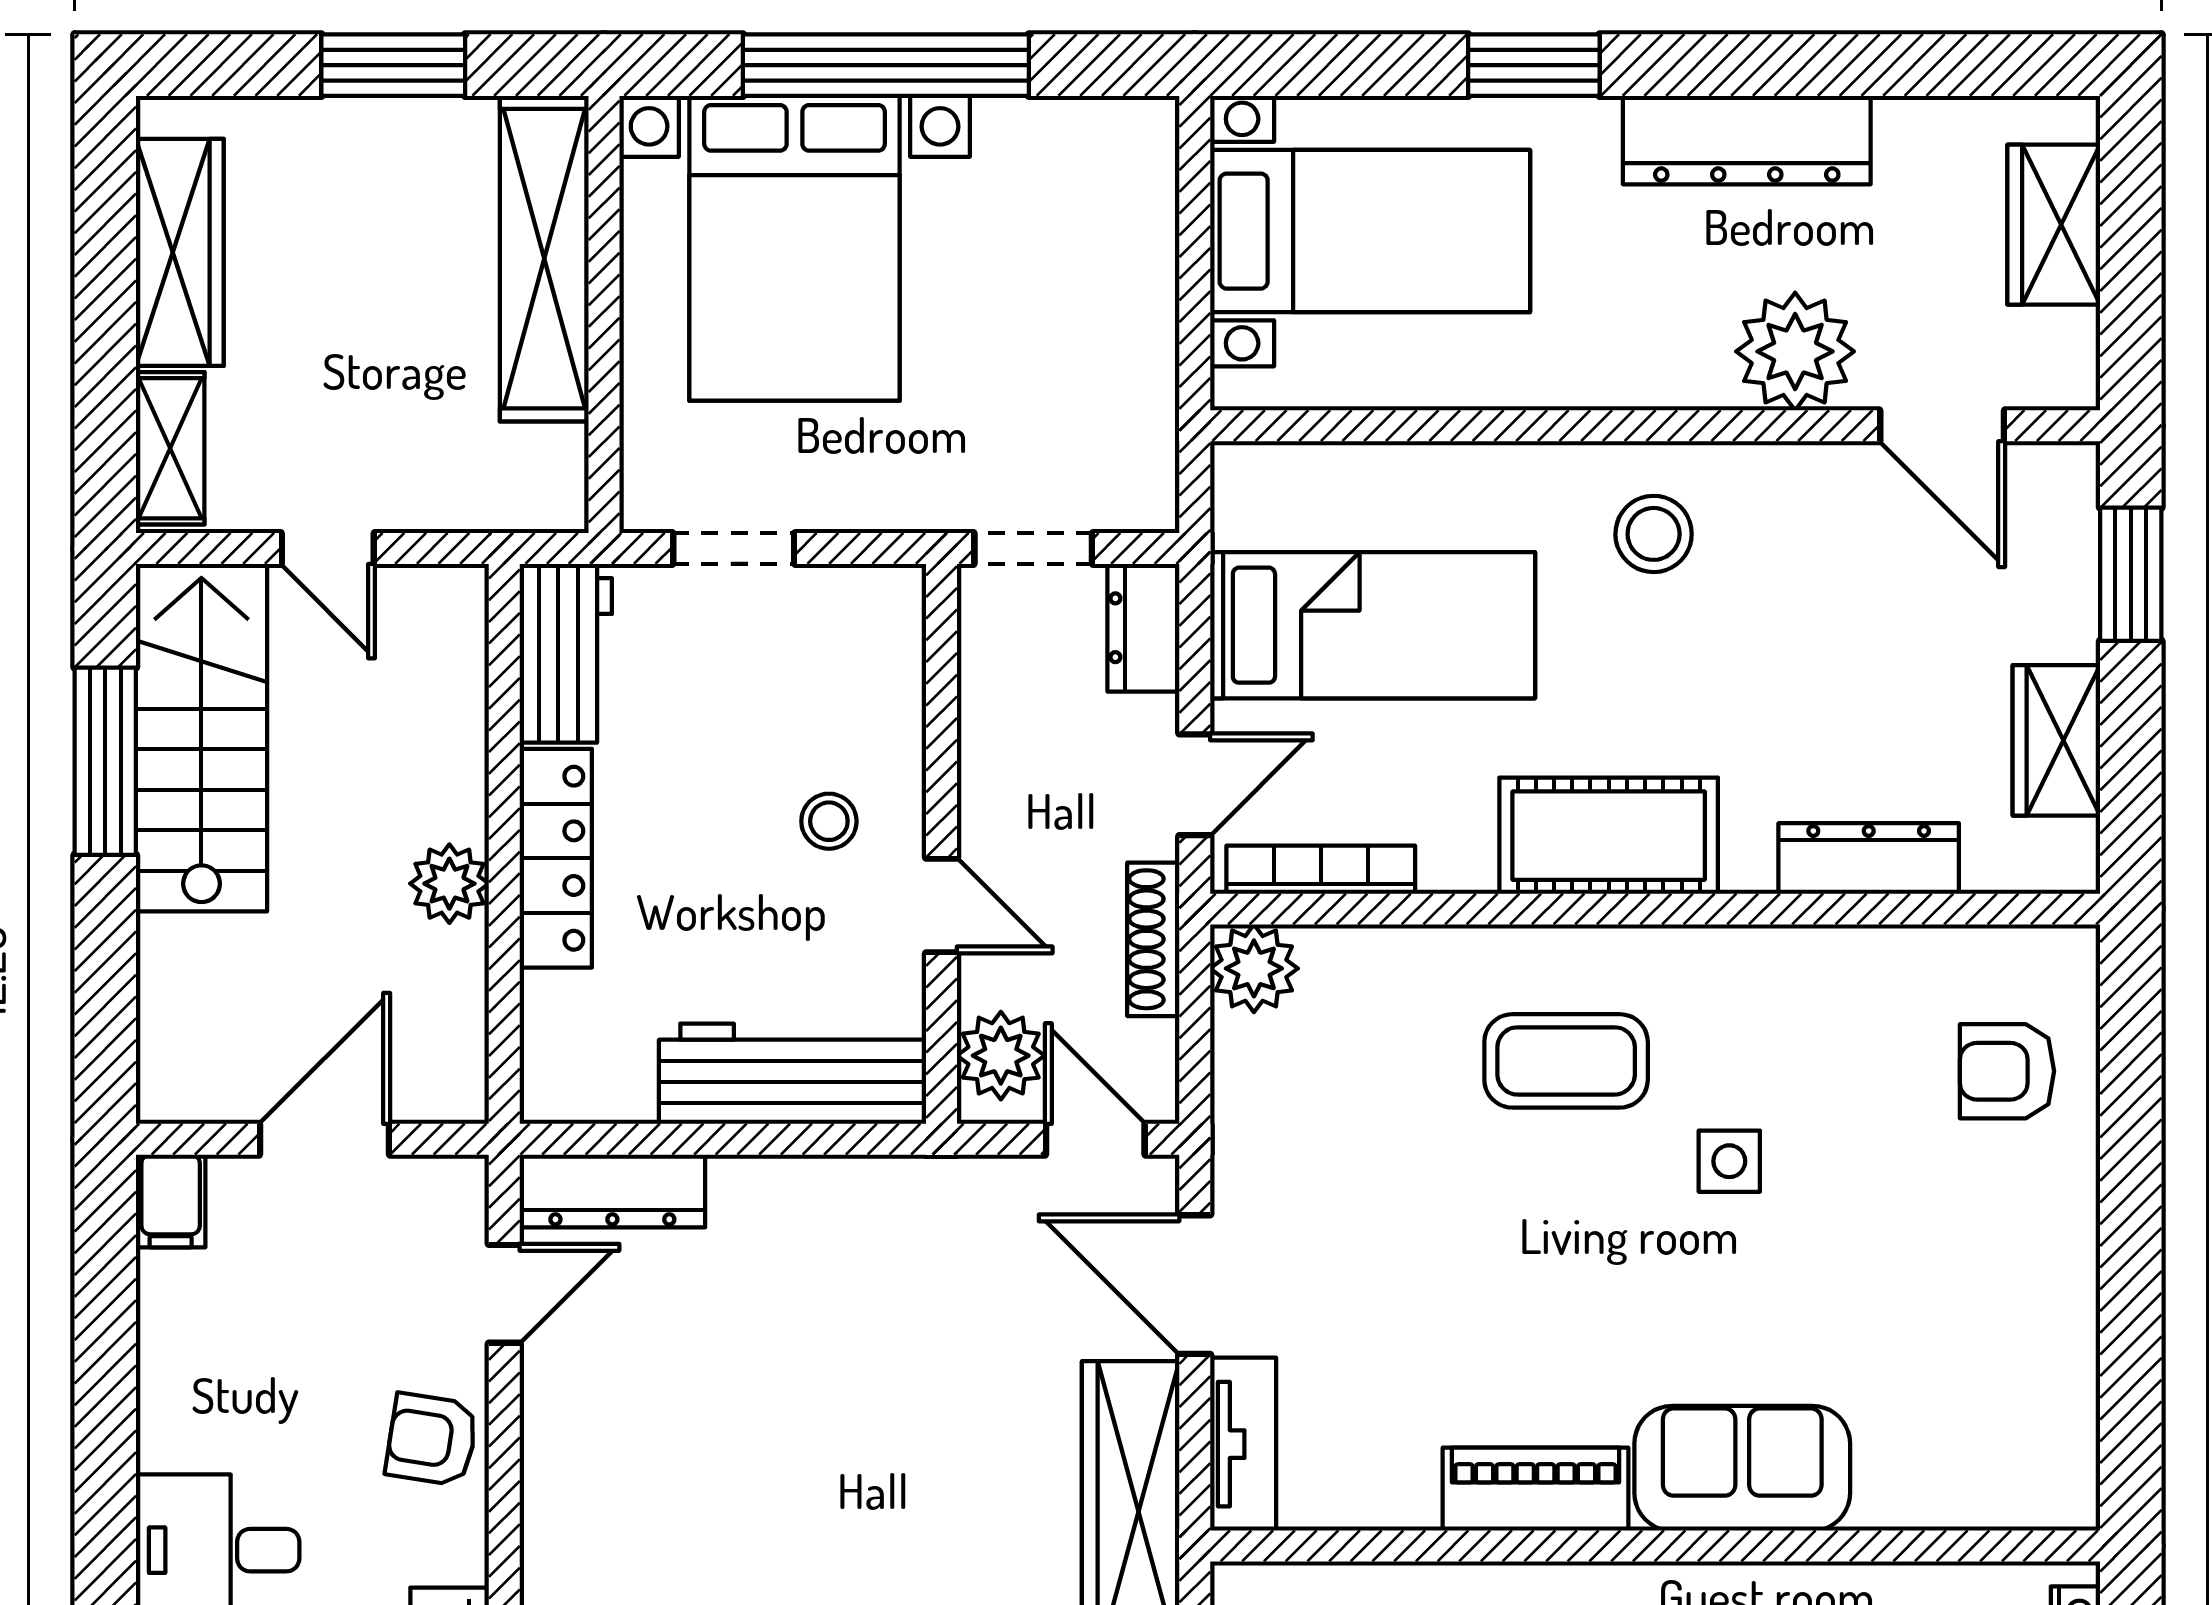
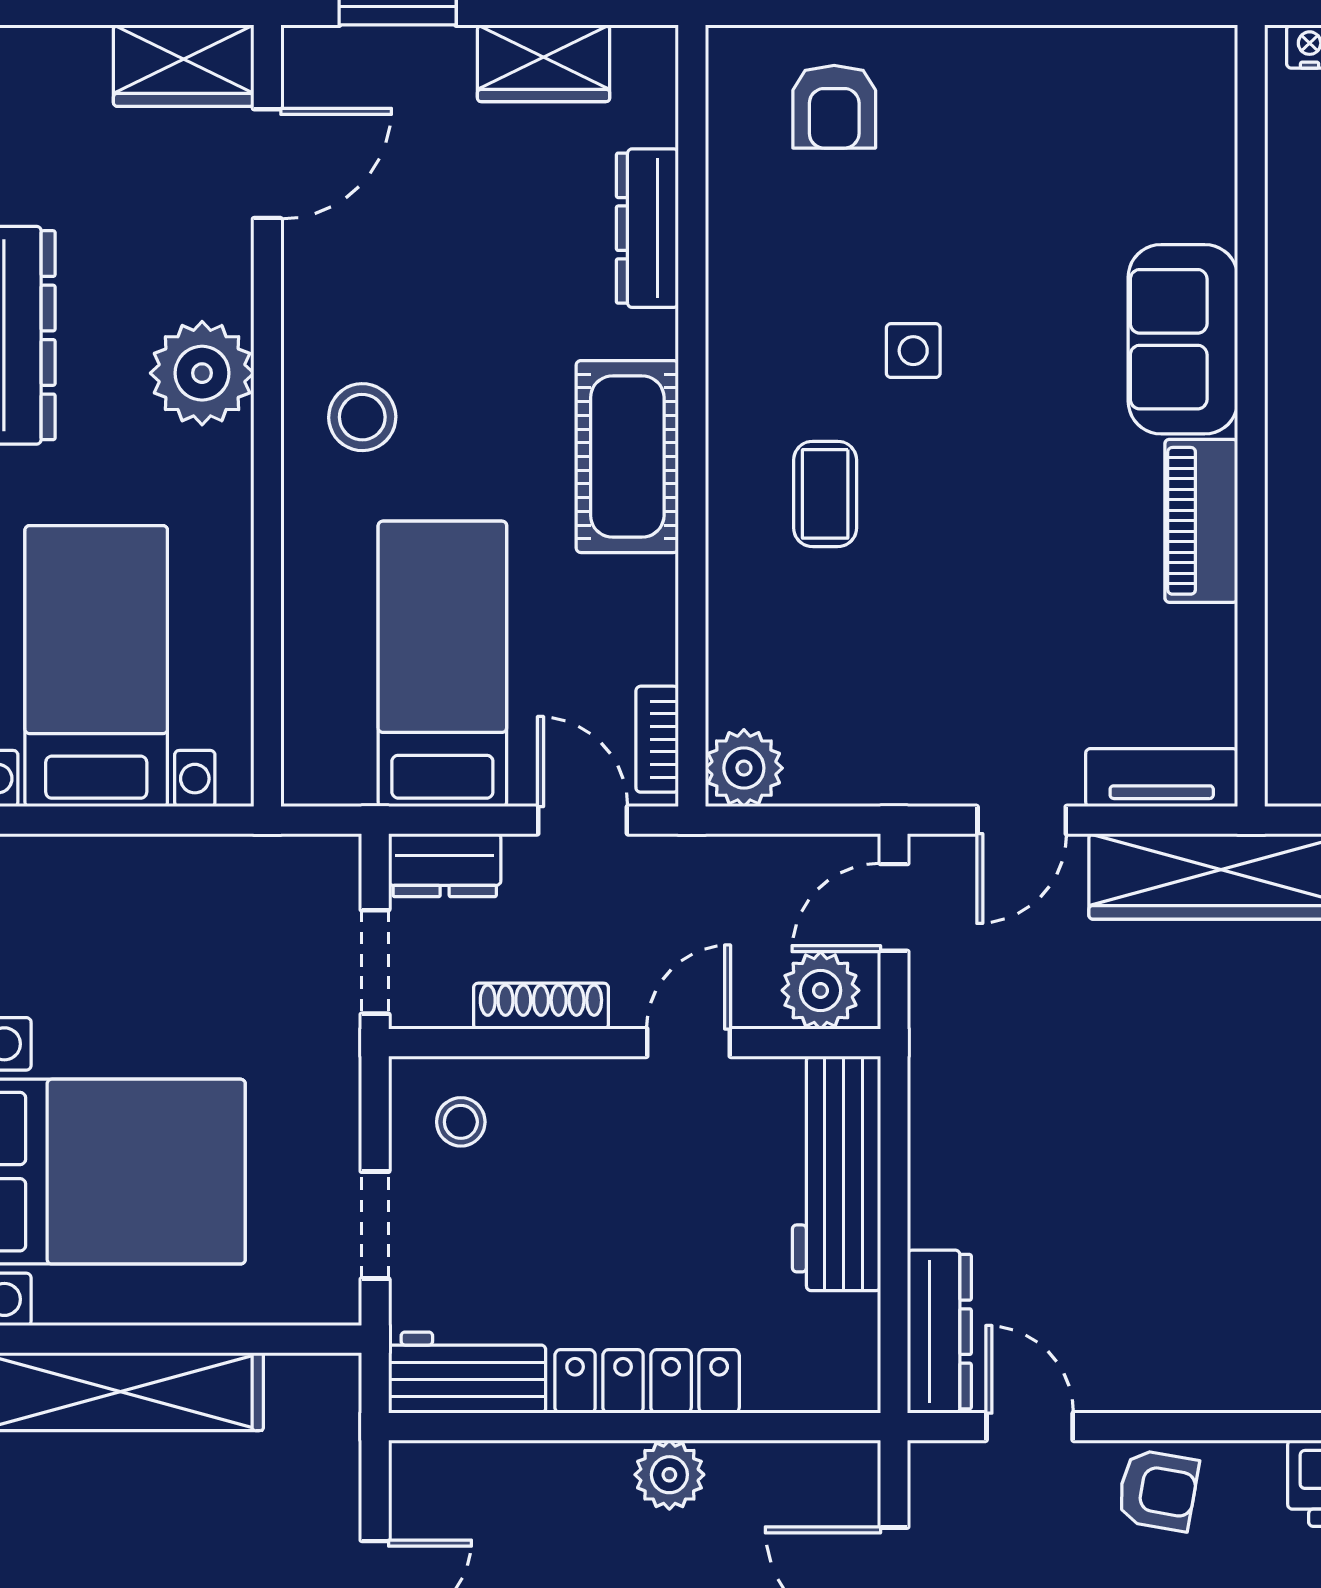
wardrobe: (2054, 225) -> (184, 66), moved
plant: (1795, 351) -> (202, 373), moved
stool: (829, 821) -> (461, 1122), moved
bookcase: (1321, 870) -> (657, 739), width x0.64
shoe rack: (1153, 939) -> (541, 1006), moved, turned 180
coffee table: (1566, 1061) -> (825, 494), width x0.73, depth x0.77
door: (1195, 1285) -> (1022, 820), width x0.73
armchair: (432, 1440) -> (1158, 1490), turned -89

